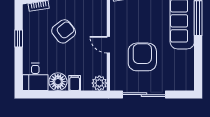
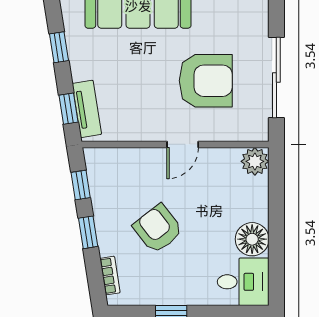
armchair: (142, 57) -> (206, 81), turned 180
filing cabinet: (75, 83) -> (255, 208), removed

